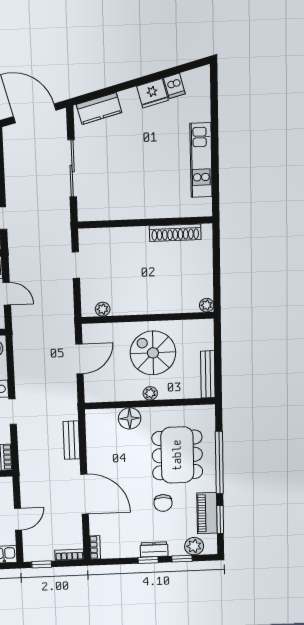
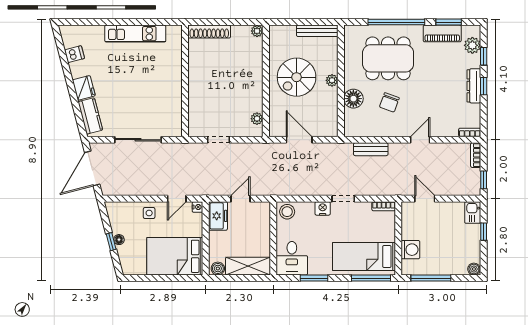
fridge: (153, 93) -> (84, 88), moved
shoe rack: (175, 233) -> (209, 32), moved, turned 90
door: (85, 494) -> (420, 140), width x0.53
chair: (163, 503) -> (389, 102), moved, turned 110
door: (18, 519) -> (425, 199), moved
dresser: (154, 549) -> (474, 86), width x1.44

